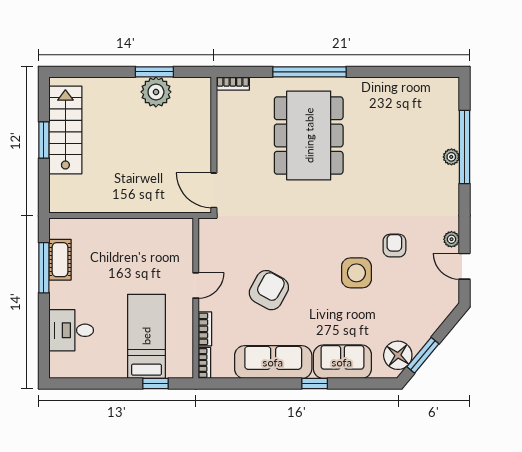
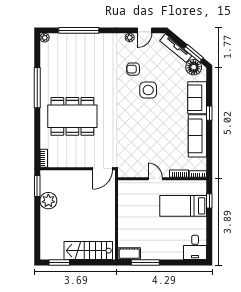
window: (154, 72) -> (37, 186), moved
window: (309, 72) -> (37, 88), moved
stairs: (65, 130) -> (88, 251), moved
window: (44, 140) -> (59, 262), moved
plant: (451, 157) -> (45, 38), moved
cot: (60, 260) -> (129, 254), moved
armchair: (269, 290) -> (158, 138), removed
tv unit: (432, 323) -> (176, 48), added
desk: (71, 330) -> (195, 247), moved

